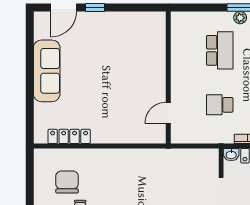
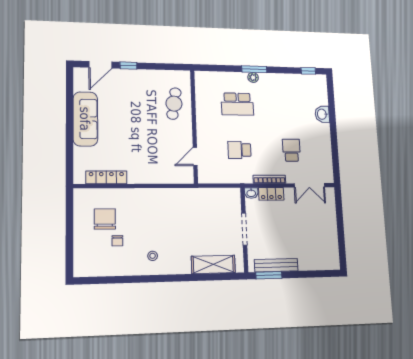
school desk: (220, 50) -> (237, 104), turned 90
cafe table: (146, 51) -> (174, 104), added

